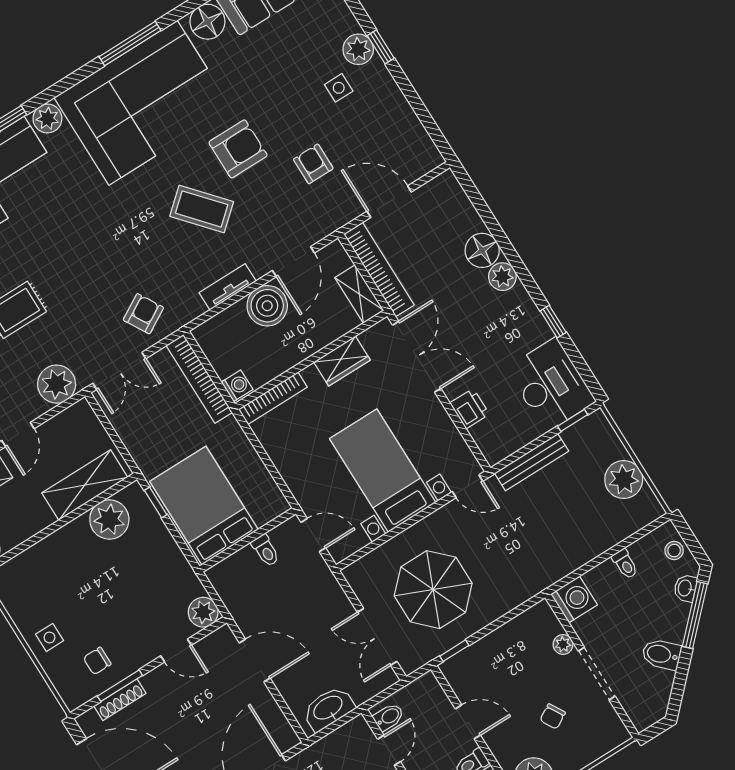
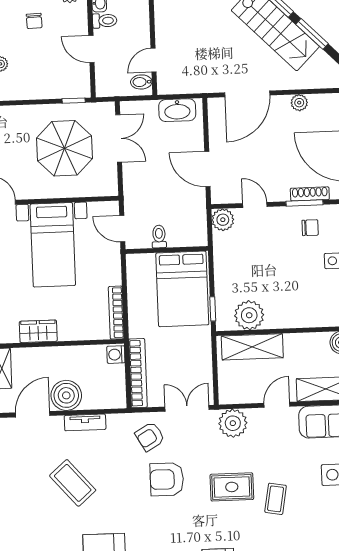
armchair: (238, 149) -> (167, 479), moved
bookcase: (273, 398) -> (116, 313), moved, turned -90
chair: (553, 716) -> (34, 21), turned 118

